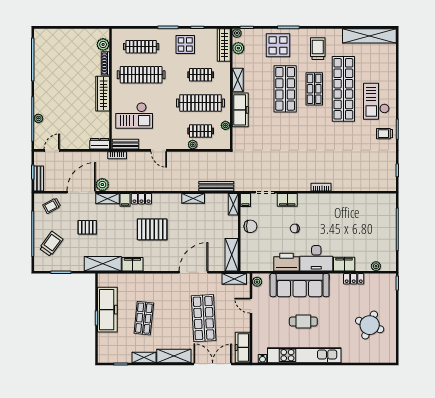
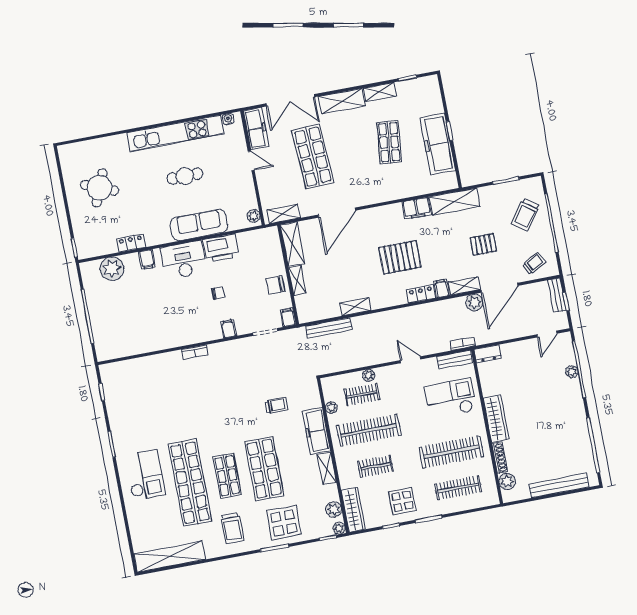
bench: (65, 34) -> (559, 485), added
trolley: (384, 134) -> (277, 405), moved
filing cabinet: (287, 200) -> (229, 329), width x0.50
shelving: (233, 204) -> (297, 281), moved
filing cabinet: (344, 264) -> (147, 259), width x0.50
plant: (376, 266) -> (112, 269), width x1.88, depth x1.88
sofa: (300, 285) -> (199, 225), width x0.74, depth x0.79
door: (251, 306) -> (251, 161), moved

